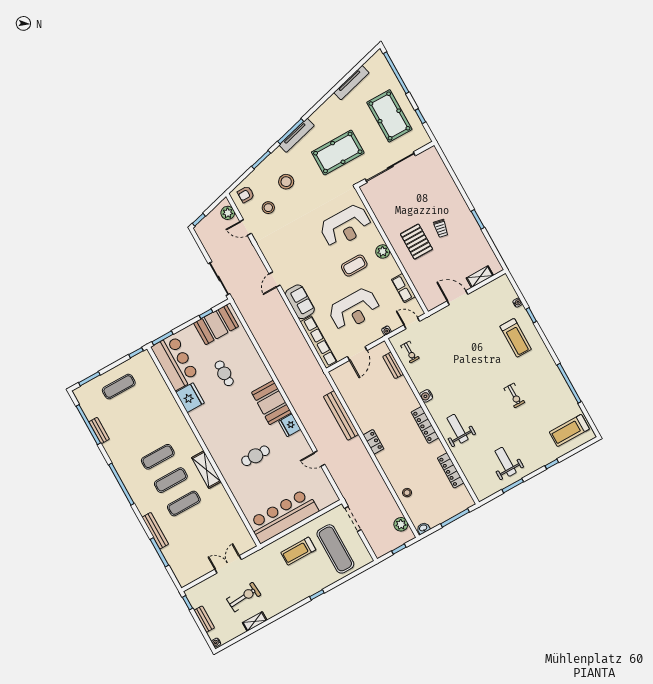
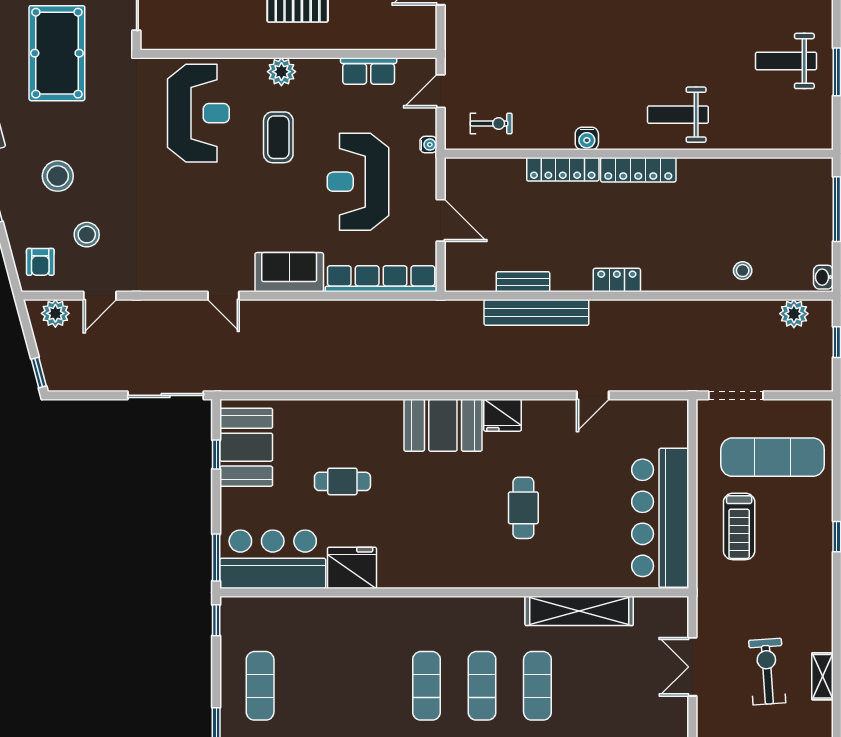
reception desk: (354, 310) -> (358, 182), turned 180
bench: (393, 365) -> (523, 282), moved
shelving: (206, 470) -> (579, 611), moved, width x1.47
locker: (451, 470) -> (563, 169), moved

